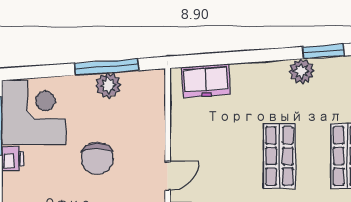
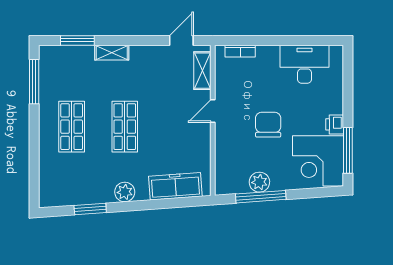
plant: (302, 71) -> (125, 192), moved
freezer: (206, 81) -> (175, 186), width x1.40

